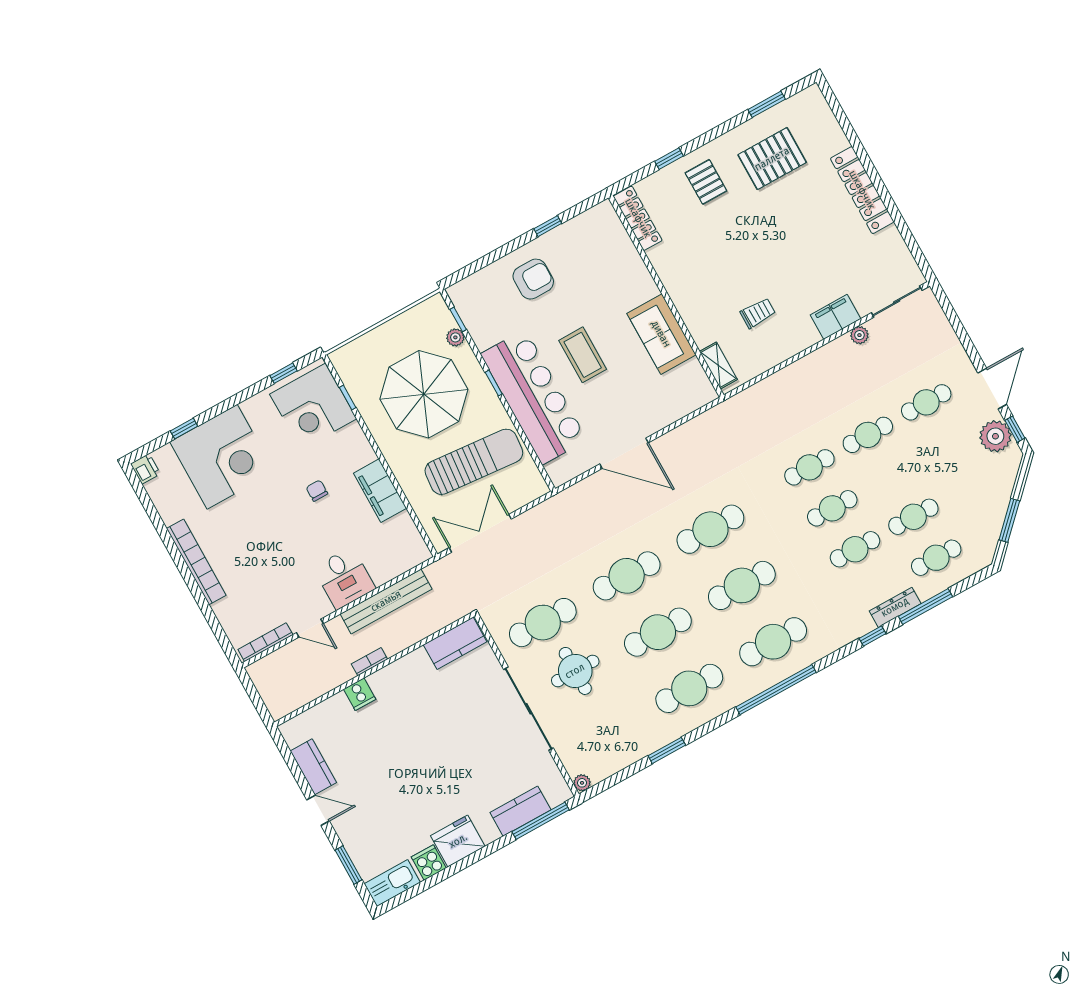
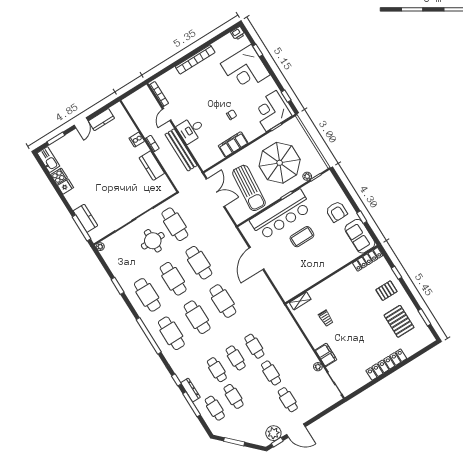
sofa: (661, 334) -> (360, 236), moved, turned -90
kitchen counter: (455, 643) -> (152, 166), moved
fridge: (458, 841) -> (66, 187), width x0.53, depth x0.75

